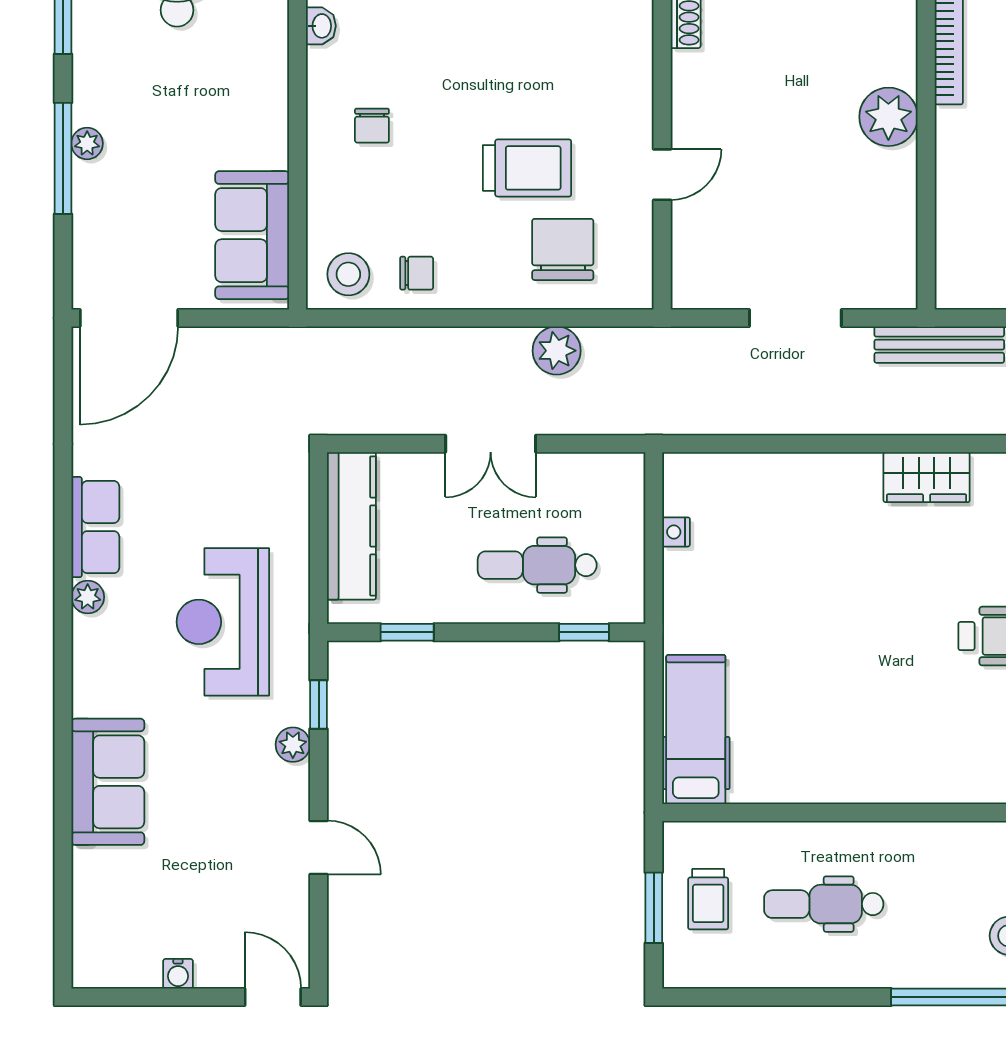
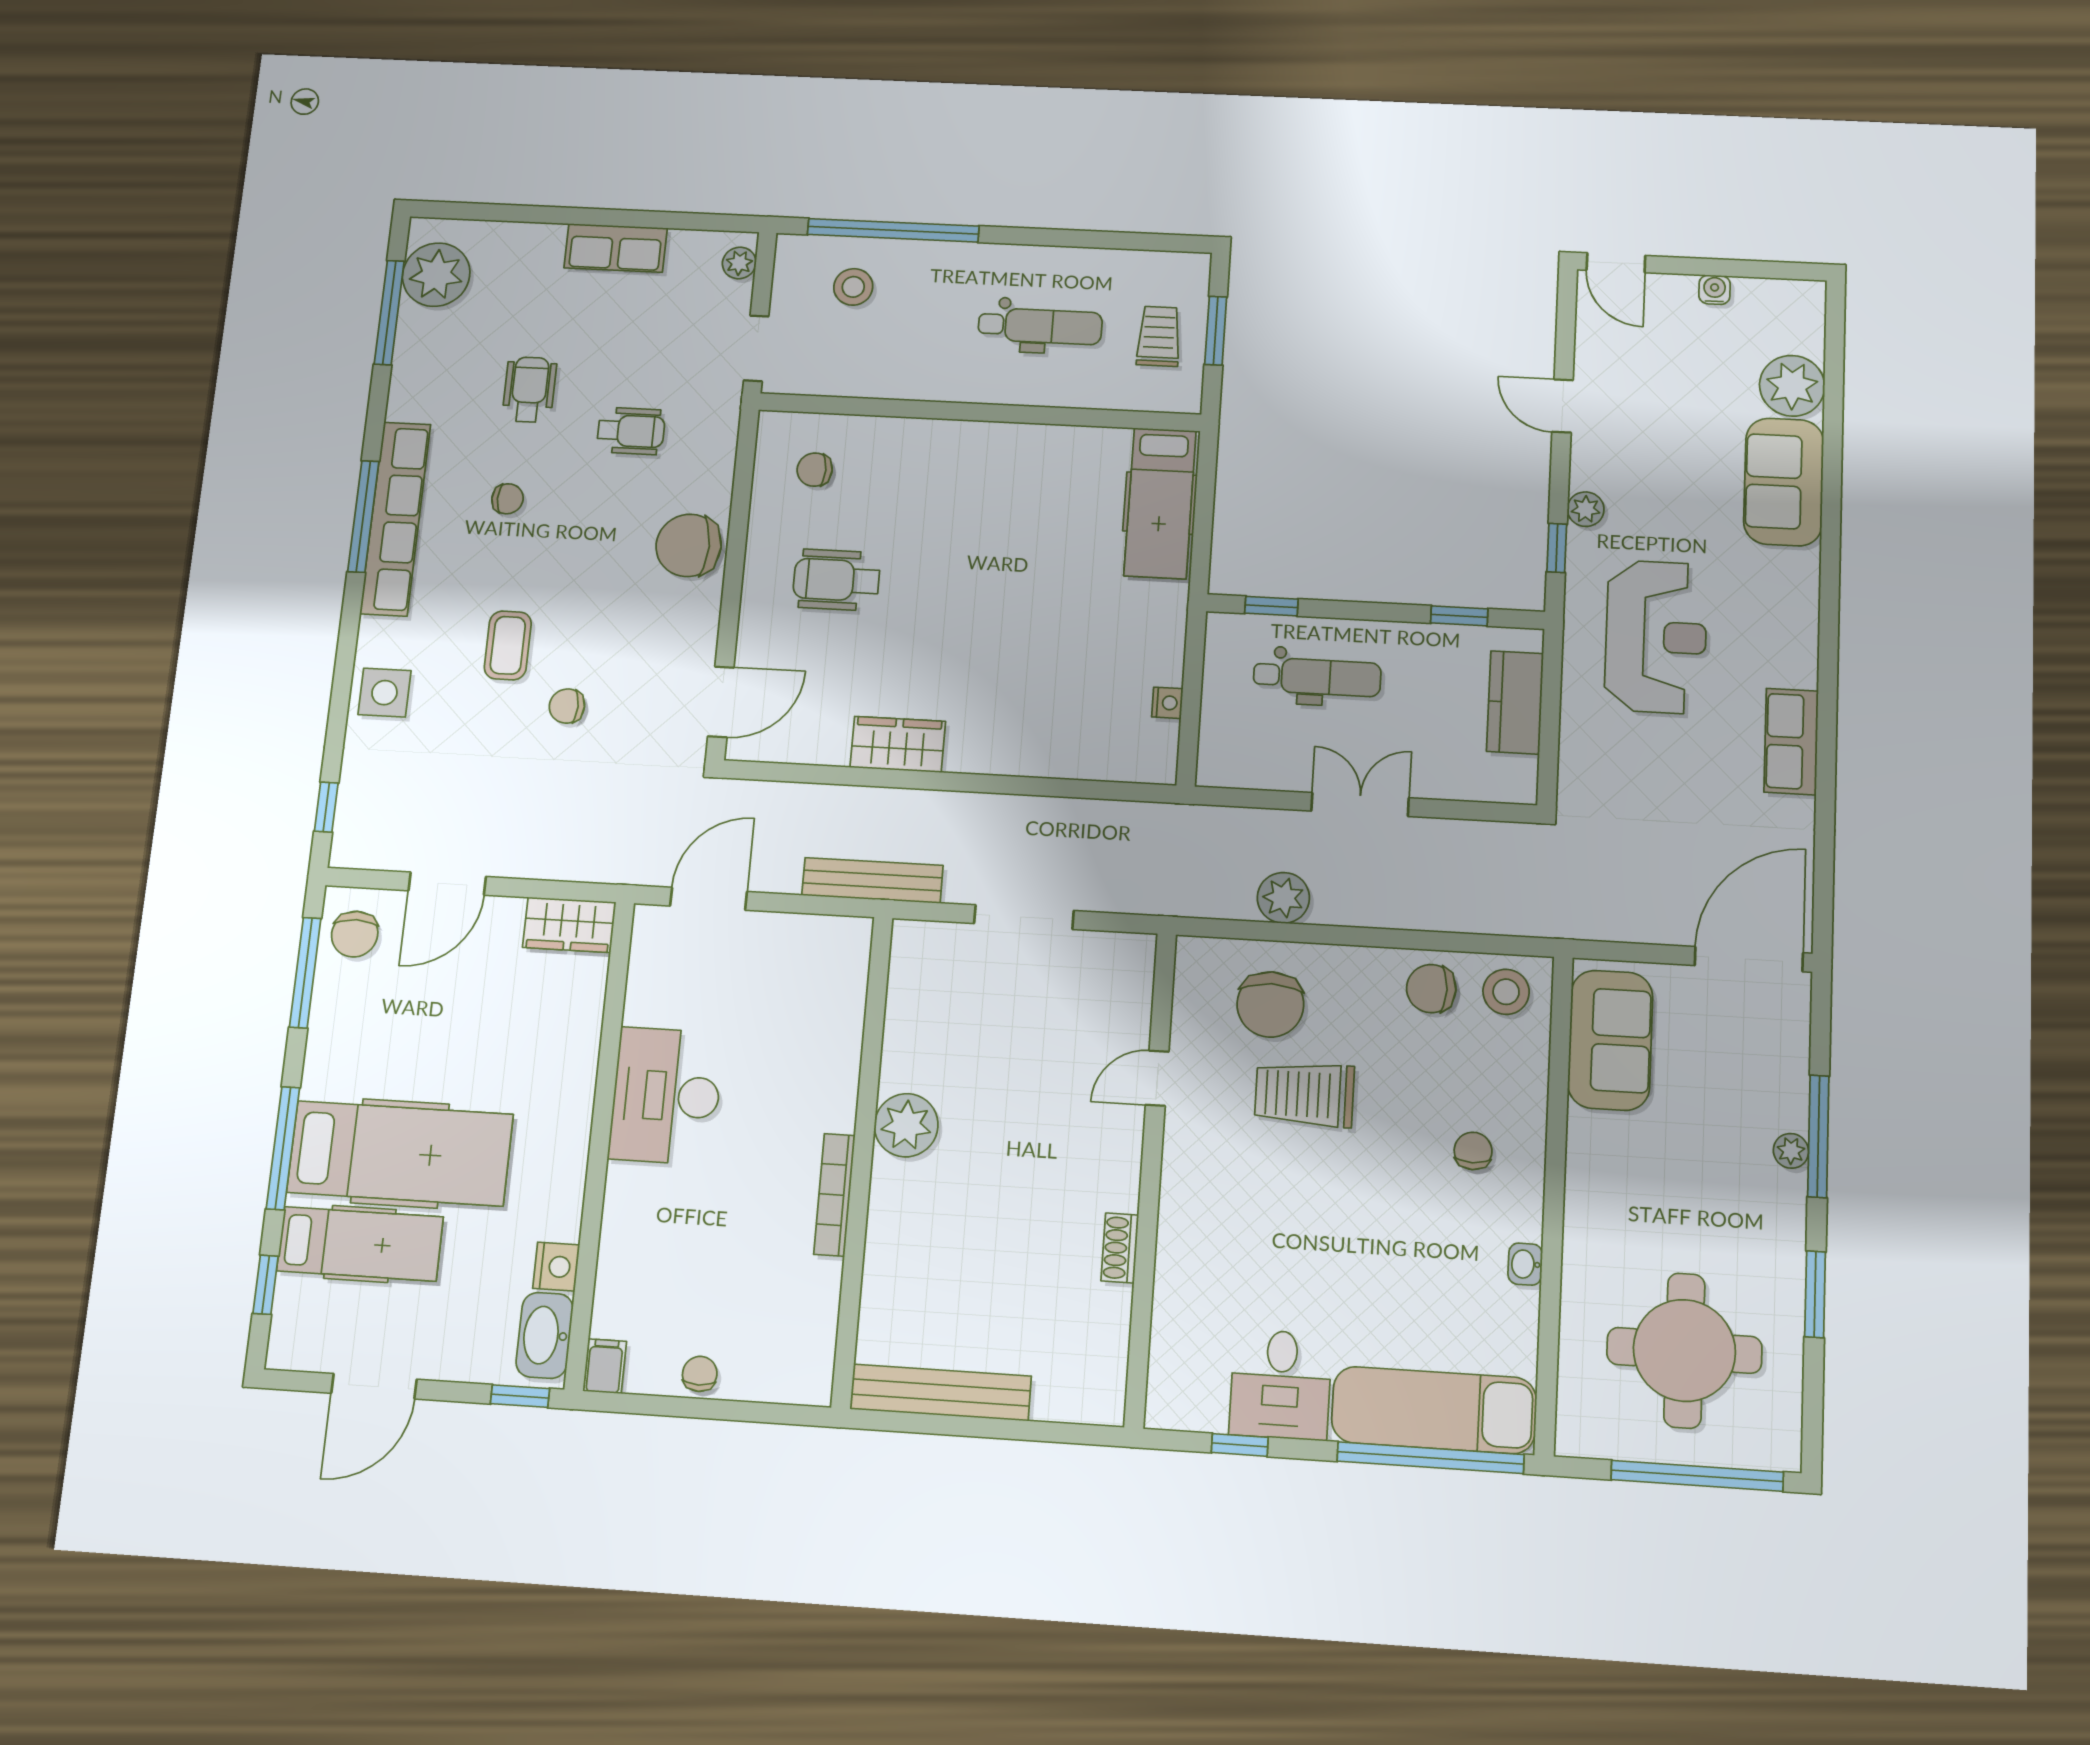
chair: (417, 273) -> (1431, 989), width x1.37, depth x1.37
kitchen counter: (351, 526) -> (1515, 702), width x0.67
plant: (88, 597) -> (1792, 386), moved, width x1.88, depth x1.88

